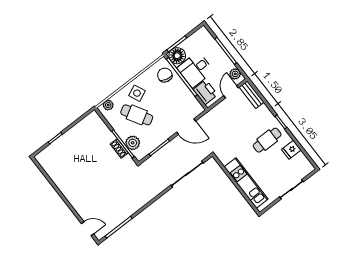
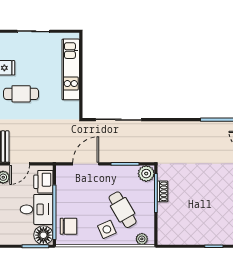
chair: (165, 75) -> (69, 226), turned -105
door: (186, 127) -> (86, 164), hinge flipped
plant: (133, 143) -> (146, 174), moved

